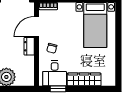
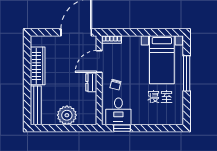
window: (118, 38) -> (187, 73), added
wardrobe: (84, 79) -> (150, 118), removed

